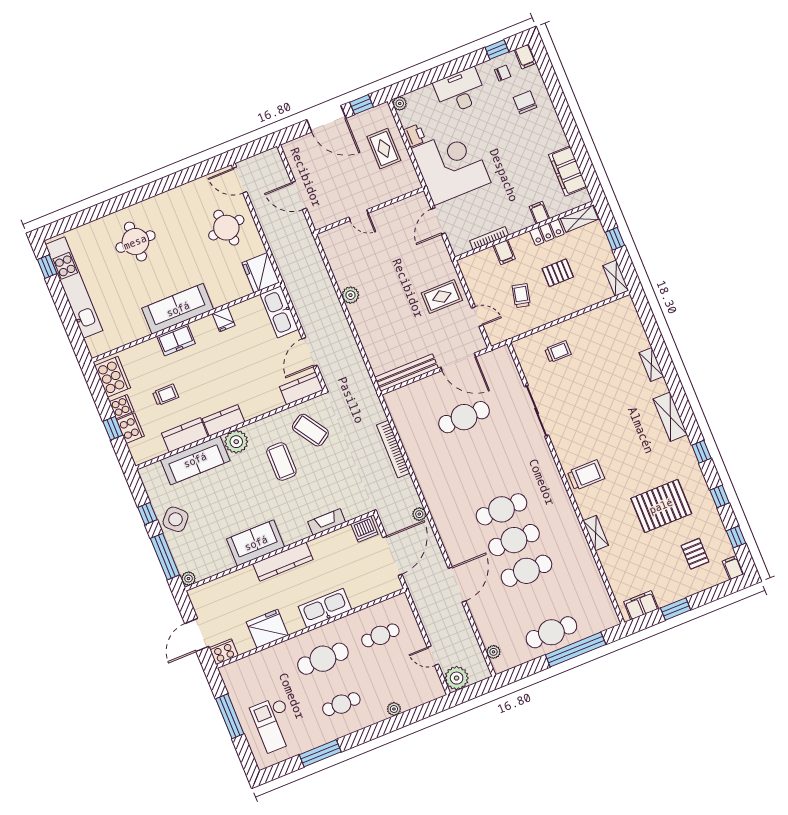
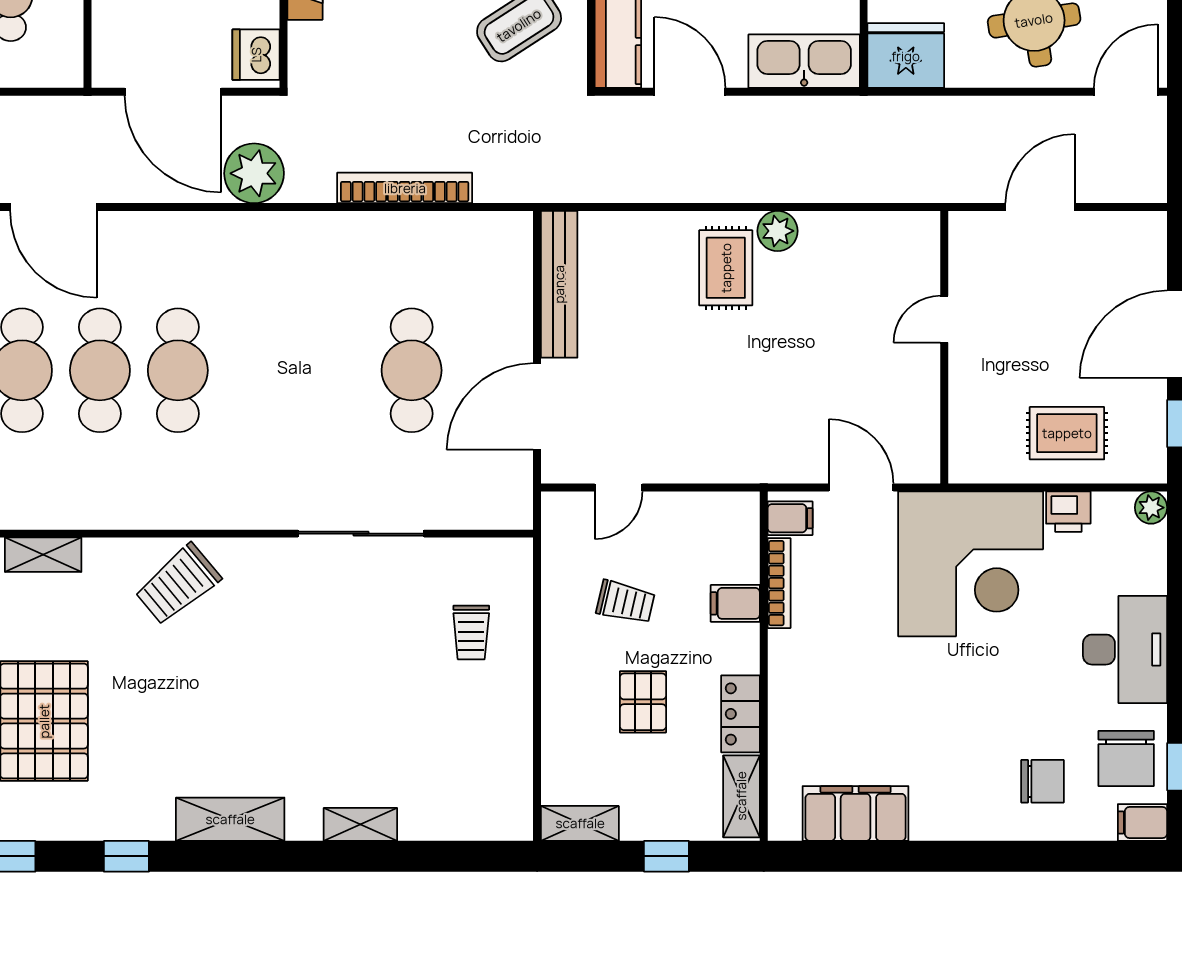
chair: (503, 73) -> (1126, 758), width x1.87, depth x1.87
filing cabinet: (539, 213) -> (790, 518), moved
rug: (442, 297) -> (726, 268), moved
trolley: (586, 475) -> (178, 584), turned 50
plant: (419, 514) -> (254, 173), width x1.87, depth x1.87

